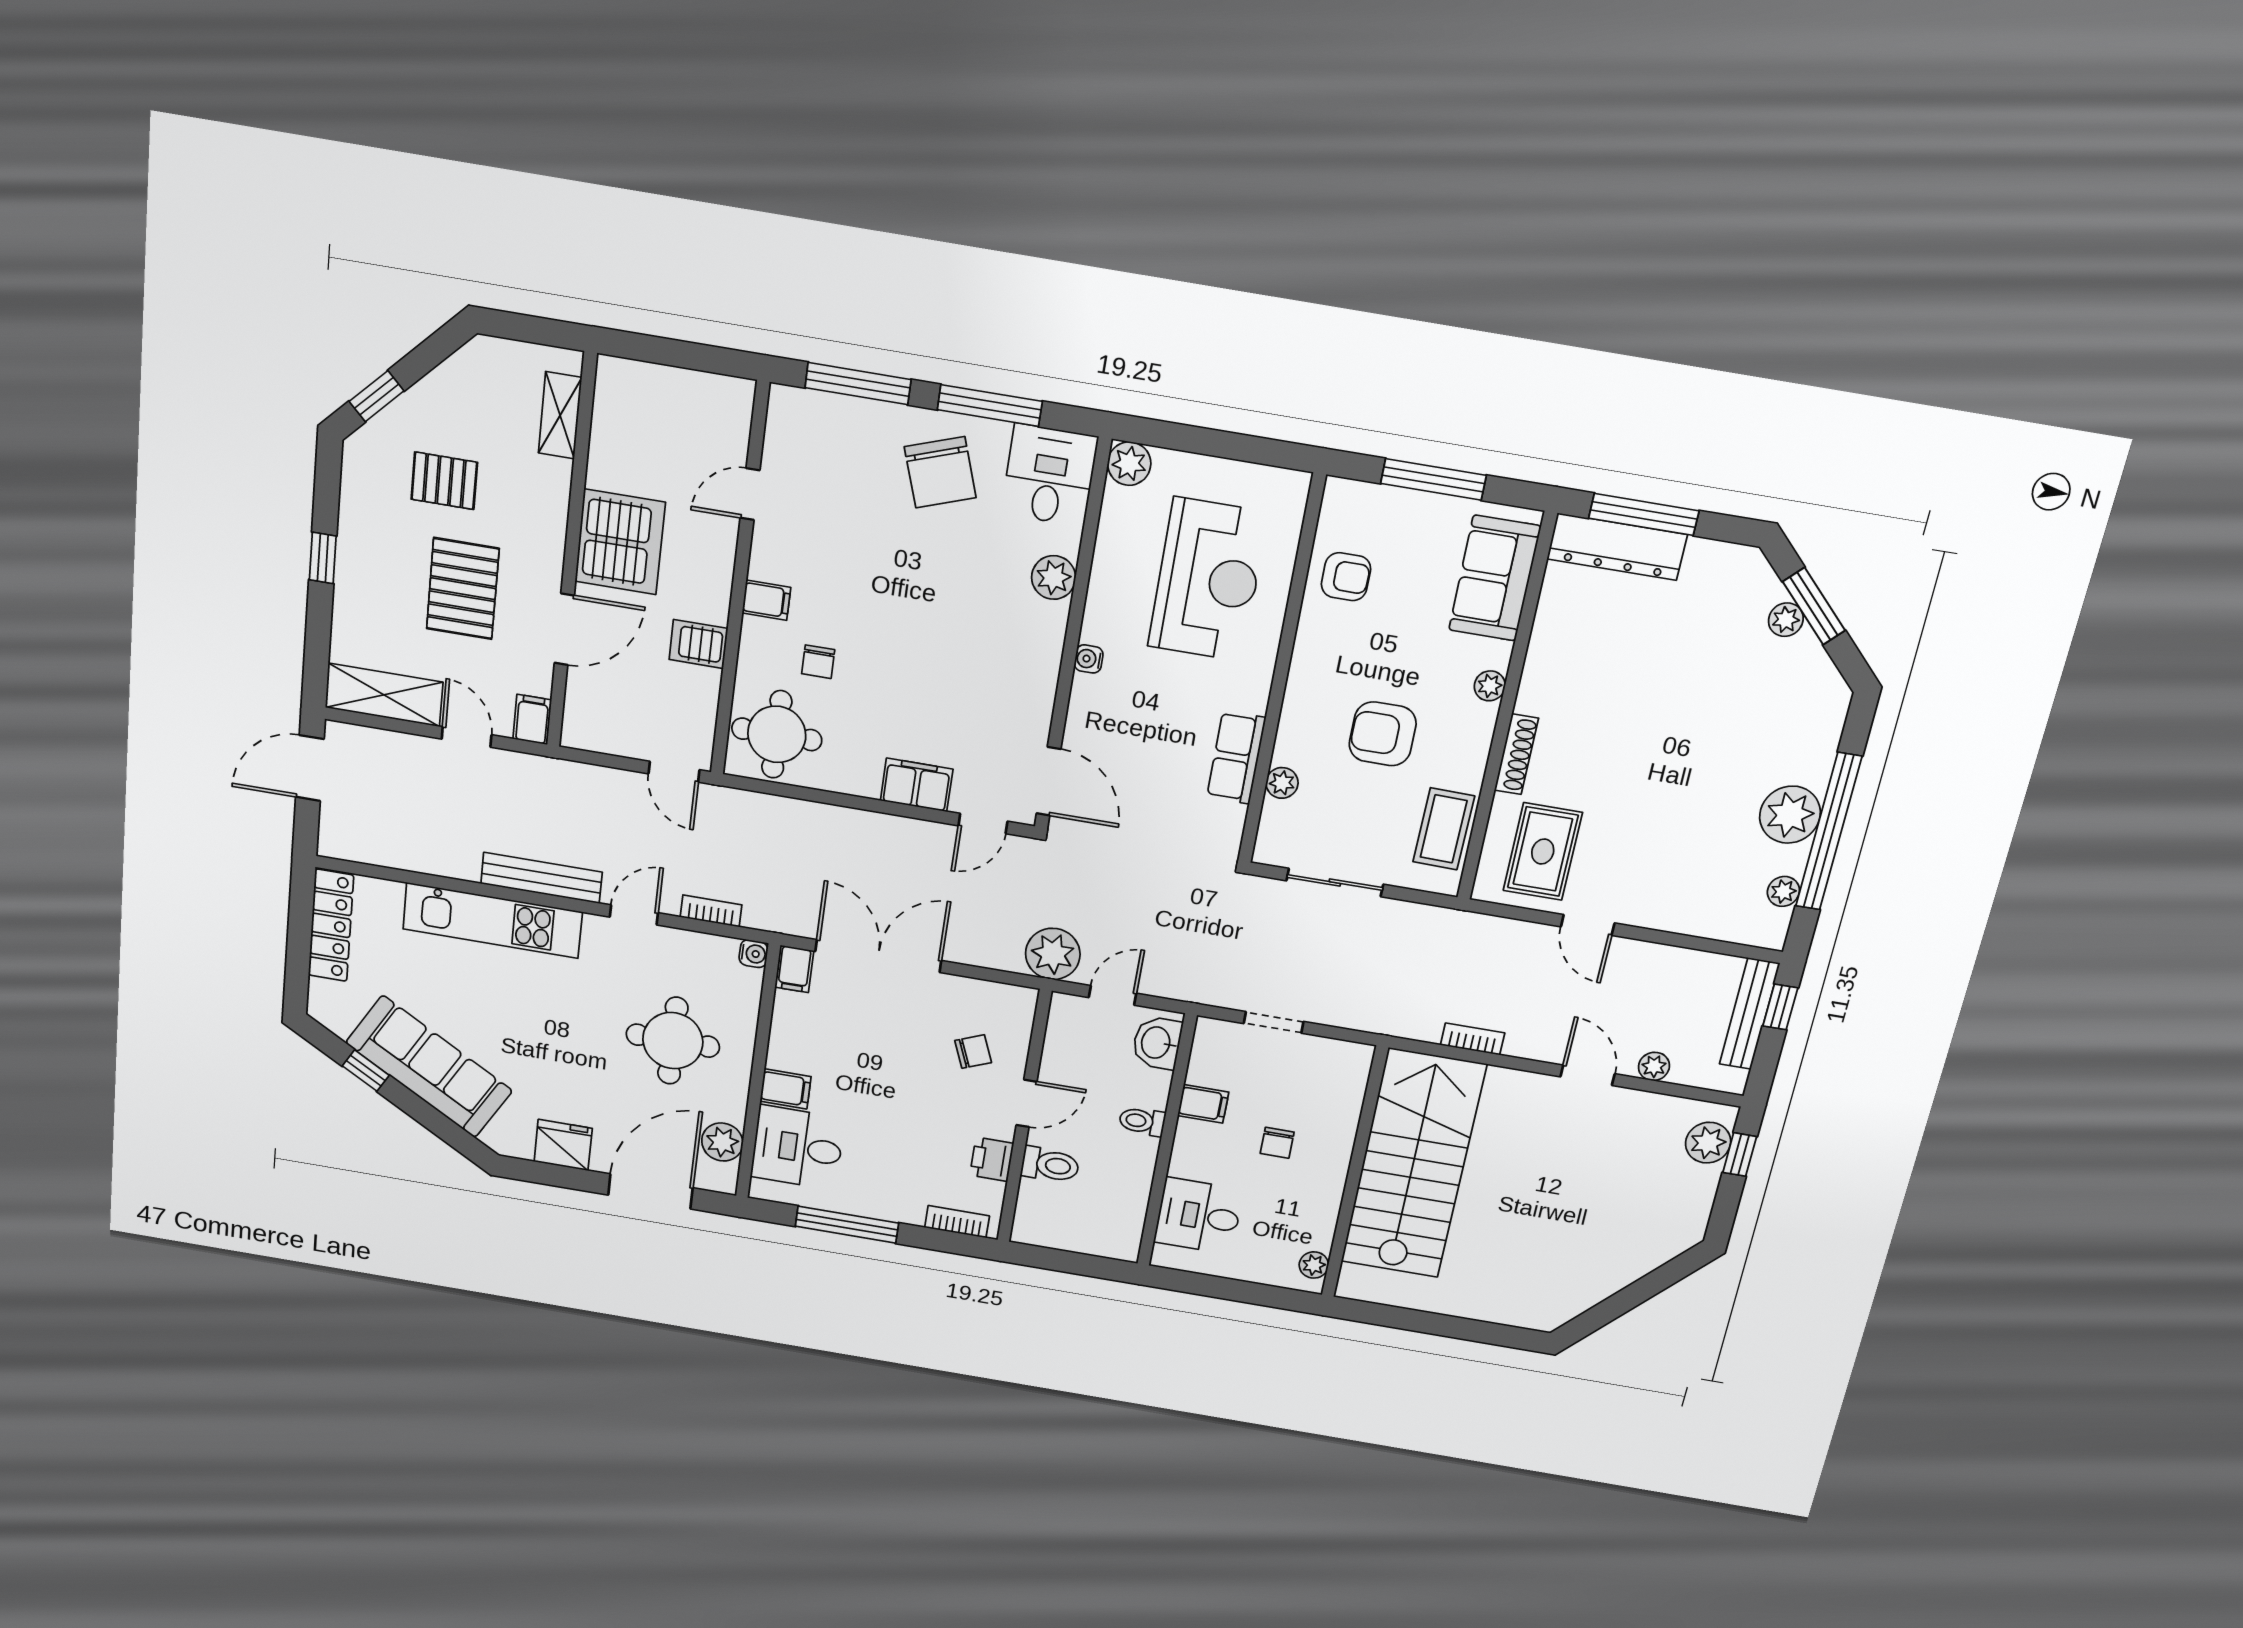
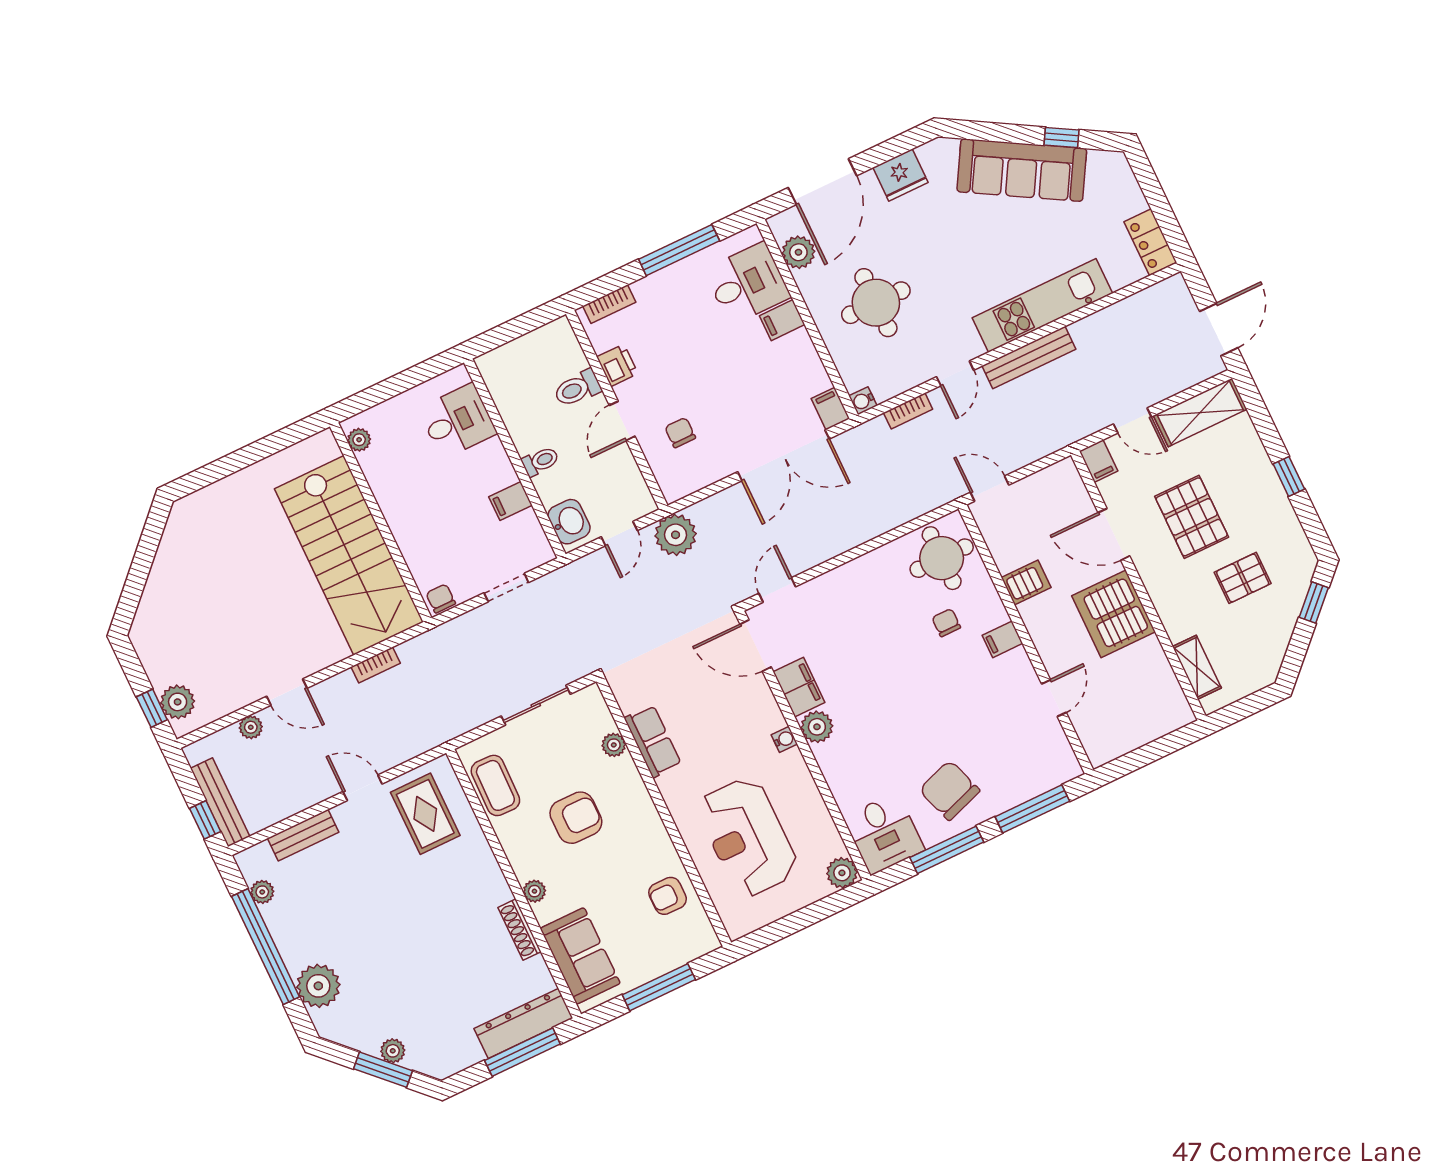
plant: (1054, 578) -> (817, 727), moved
door: (564, 629) -> (1114, 534), hinge flipped
shoe rack: (1516, 754) -> (520, 930), moved
filing cabinet: (917, 785) -> (799, 687), moved, turned -90
plant: (1790, 815) -> (318, 986), moved
bench: (1691, 920) -> (303, 835), added
locker: (331, 925) -> (1150, 242), width x0.66
chair: (973, 1052) -> (680, 433), turned 112
chair: (1277, 1143) -> (441, 598), moved

